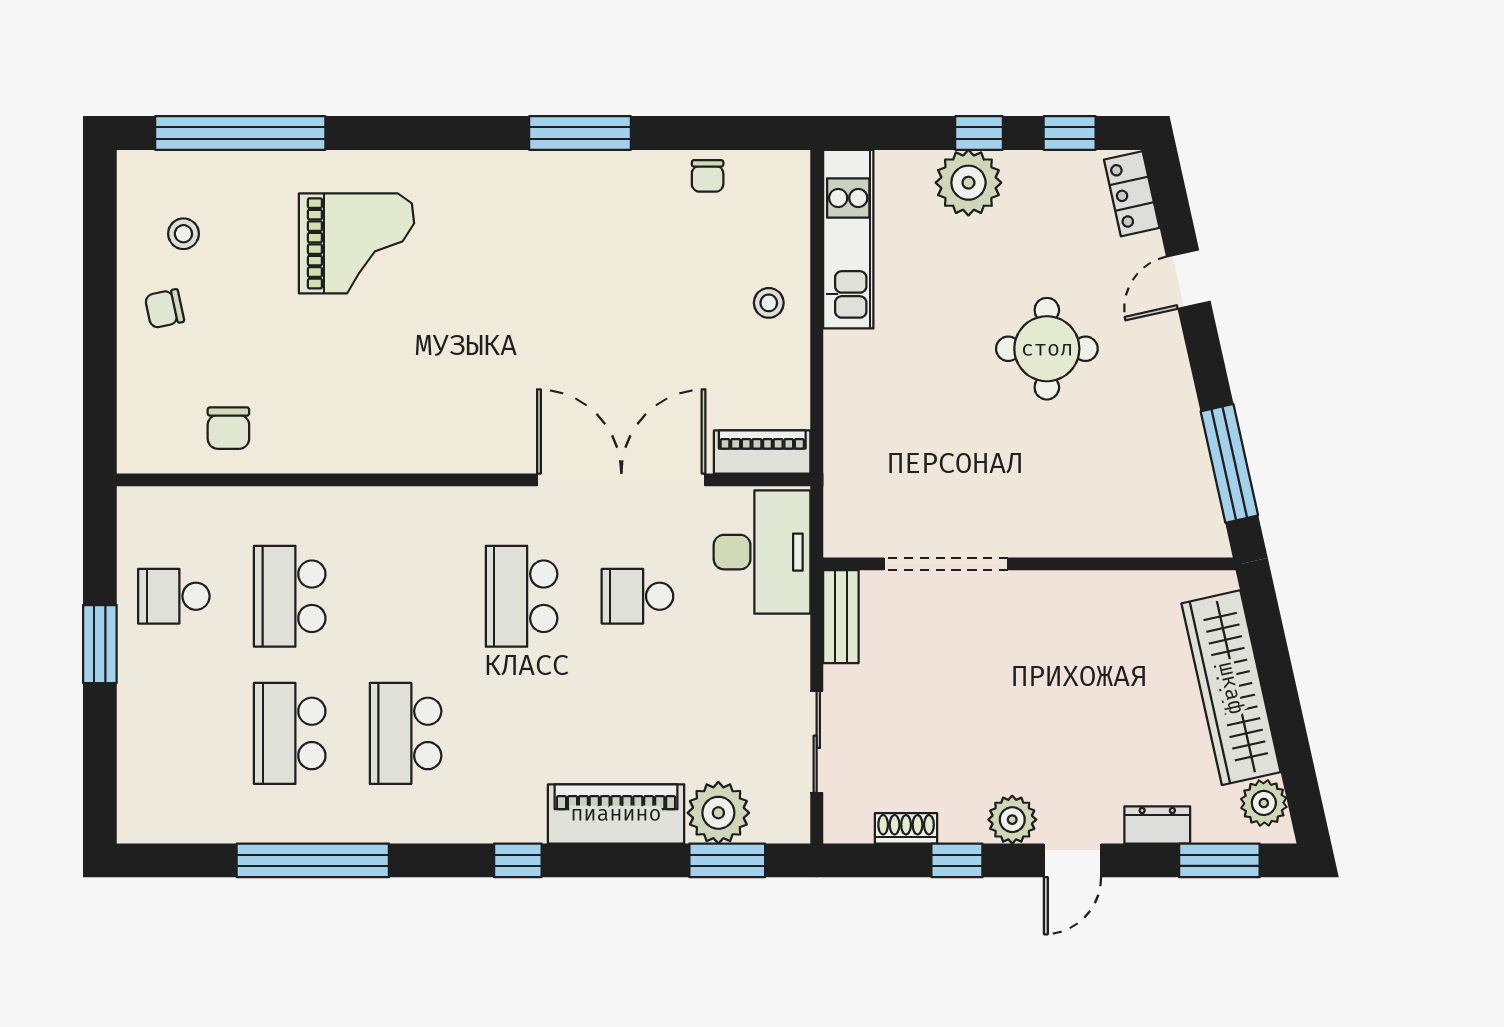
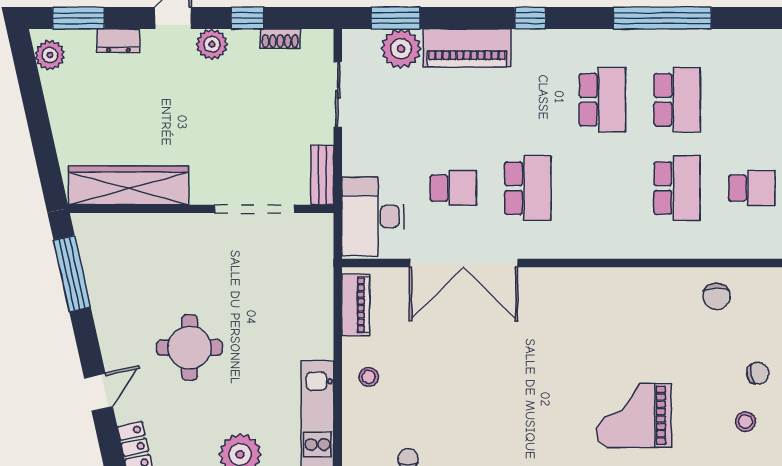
chair: (228, 428) -> (717, 296), turned 180
piano: (762, 452) -> (356, 305), moved, turned -90
wardrobe: (1231, 688) -> (129, 185), moved, turned -77

